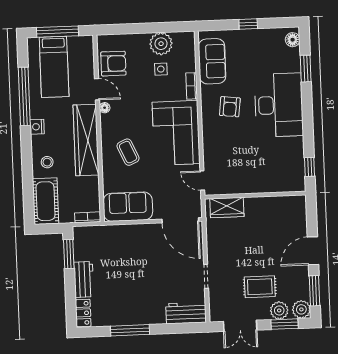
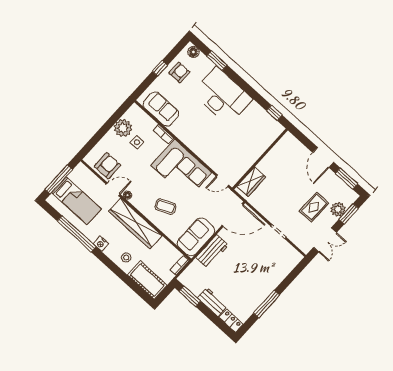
armchair: (230, 107) -> (179, 73), moved, turned -97
plant: (301, 309) -> (350, 196), removed
workbench: (186, 313) -> (212, 251), moved, turned 180

